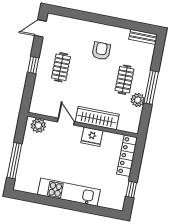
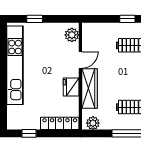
plant: (138, 100) -> (93, 123), moved
window: (14, 161) -> (35, 19), width x0.46
kitchen unit: (69, 192) -> (15, 65), width x1.36

